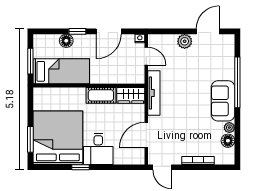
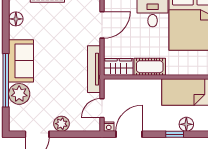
door: (109, 31) -> (129, 134), moved
door: (146, 56) -> (102, 108), hinge flipped
plant: (229, 128) -> (19, 94), moved, width x1.88, depth x1.88

